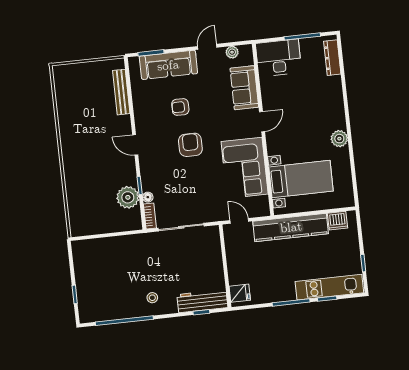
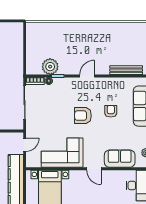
armchair: (190, 145) -> (83, 116), turned 180

